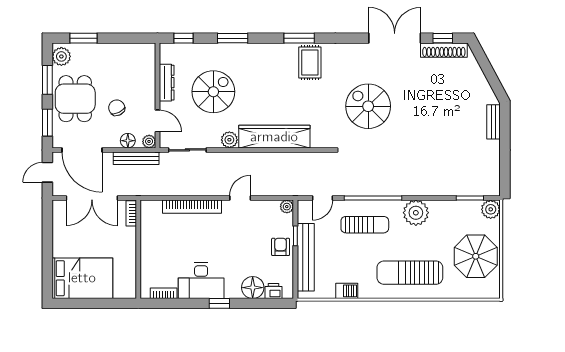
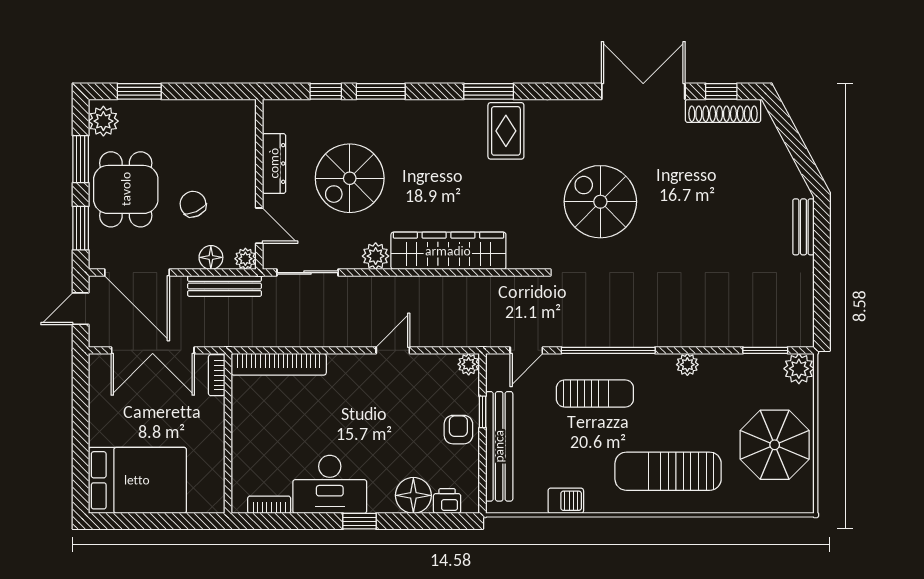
window: (183, 38) -> (326, 91), moved
spiral stairs: (213, 92) -> (350, 178), turned 180
bookcase: (192, 207) -> (279, 364), moved
plant: (416, 213) -> (687, 365), width x0.53, depth x0.53

